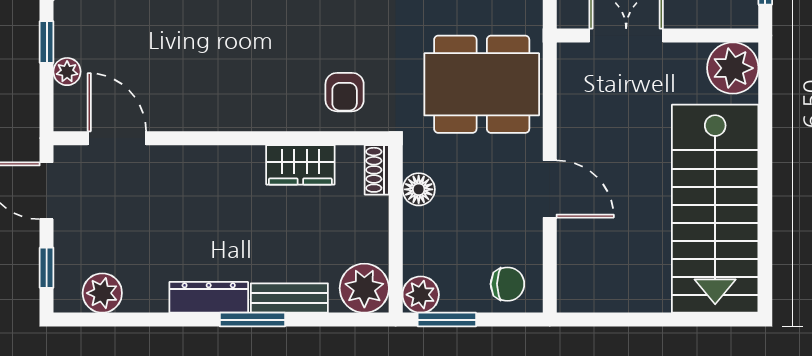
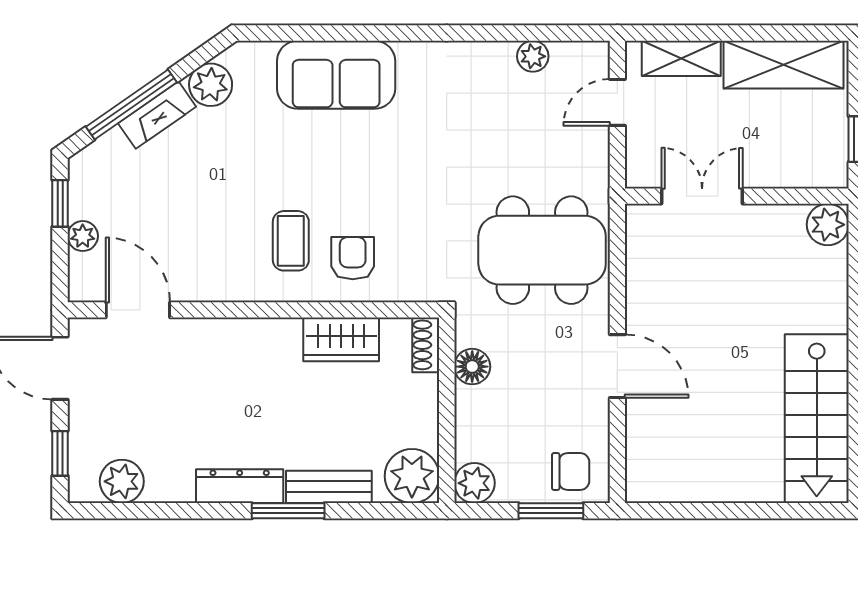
plant: (733, 68) -> (828, 225), width x0.73, depth x0.73
coffee table: (255, 76) -> (291, 241), added
armchair: (345, 92) -> (353, 258), moved, turned 180
stairs: (715, 209) -> (817, 419), width x0.73, depth x0.66
window: (447, 320) -> (551, 511), moved

